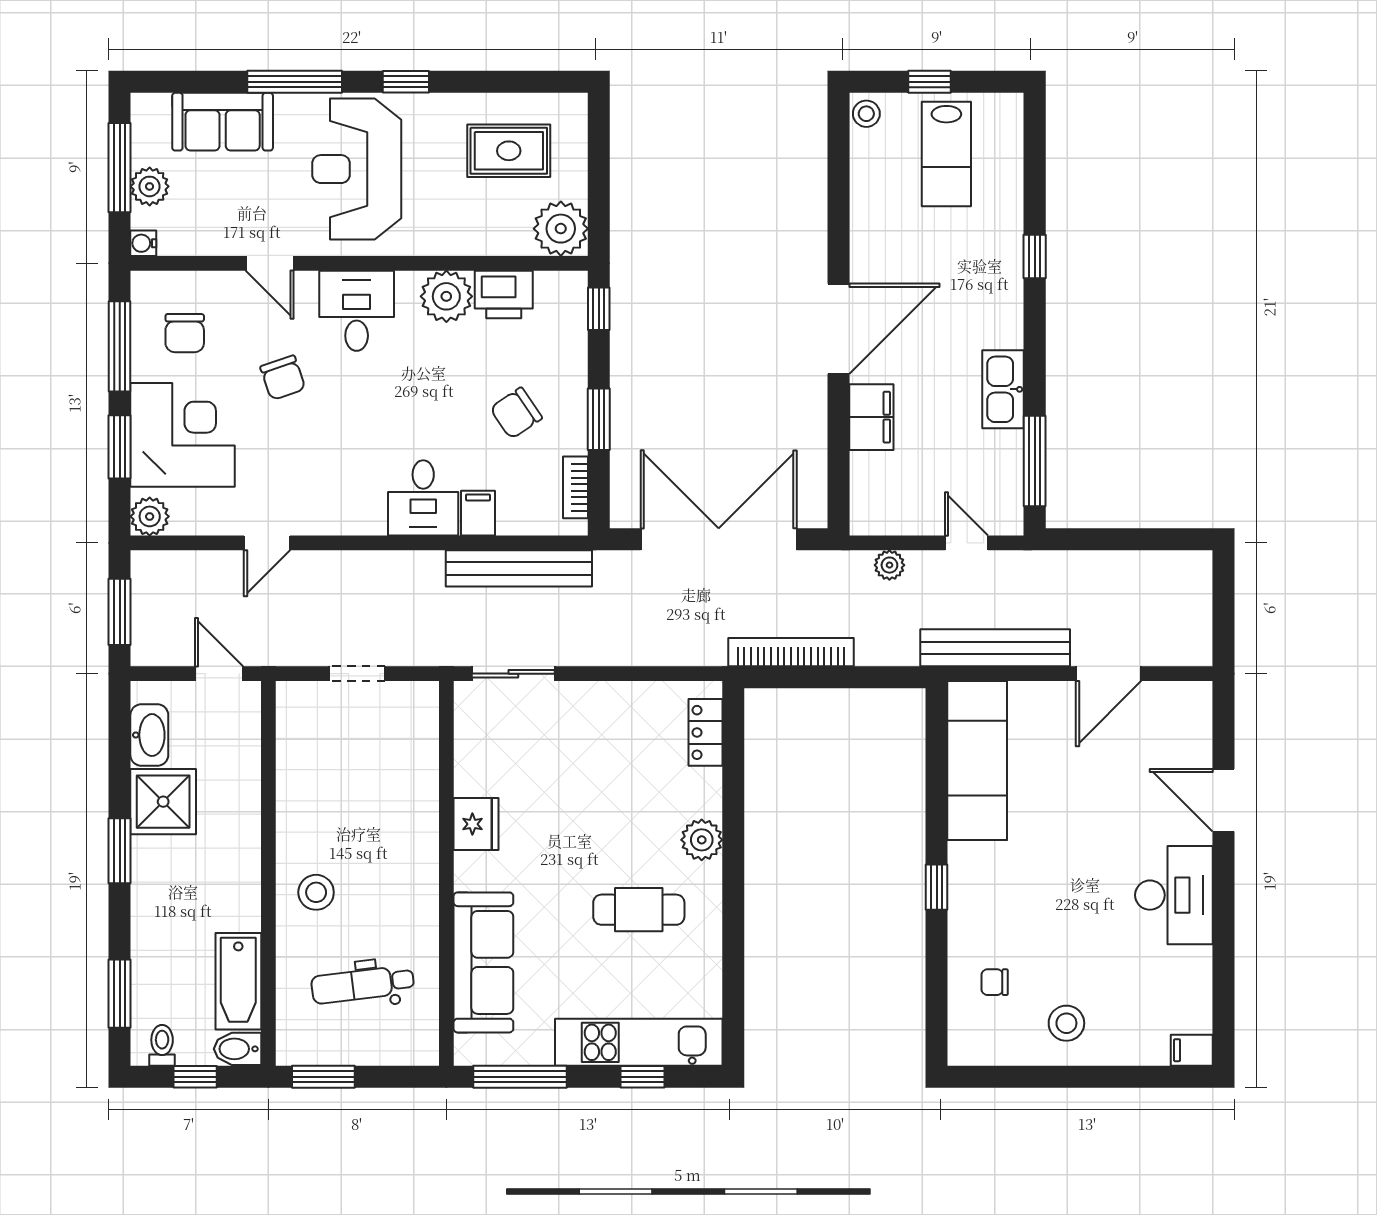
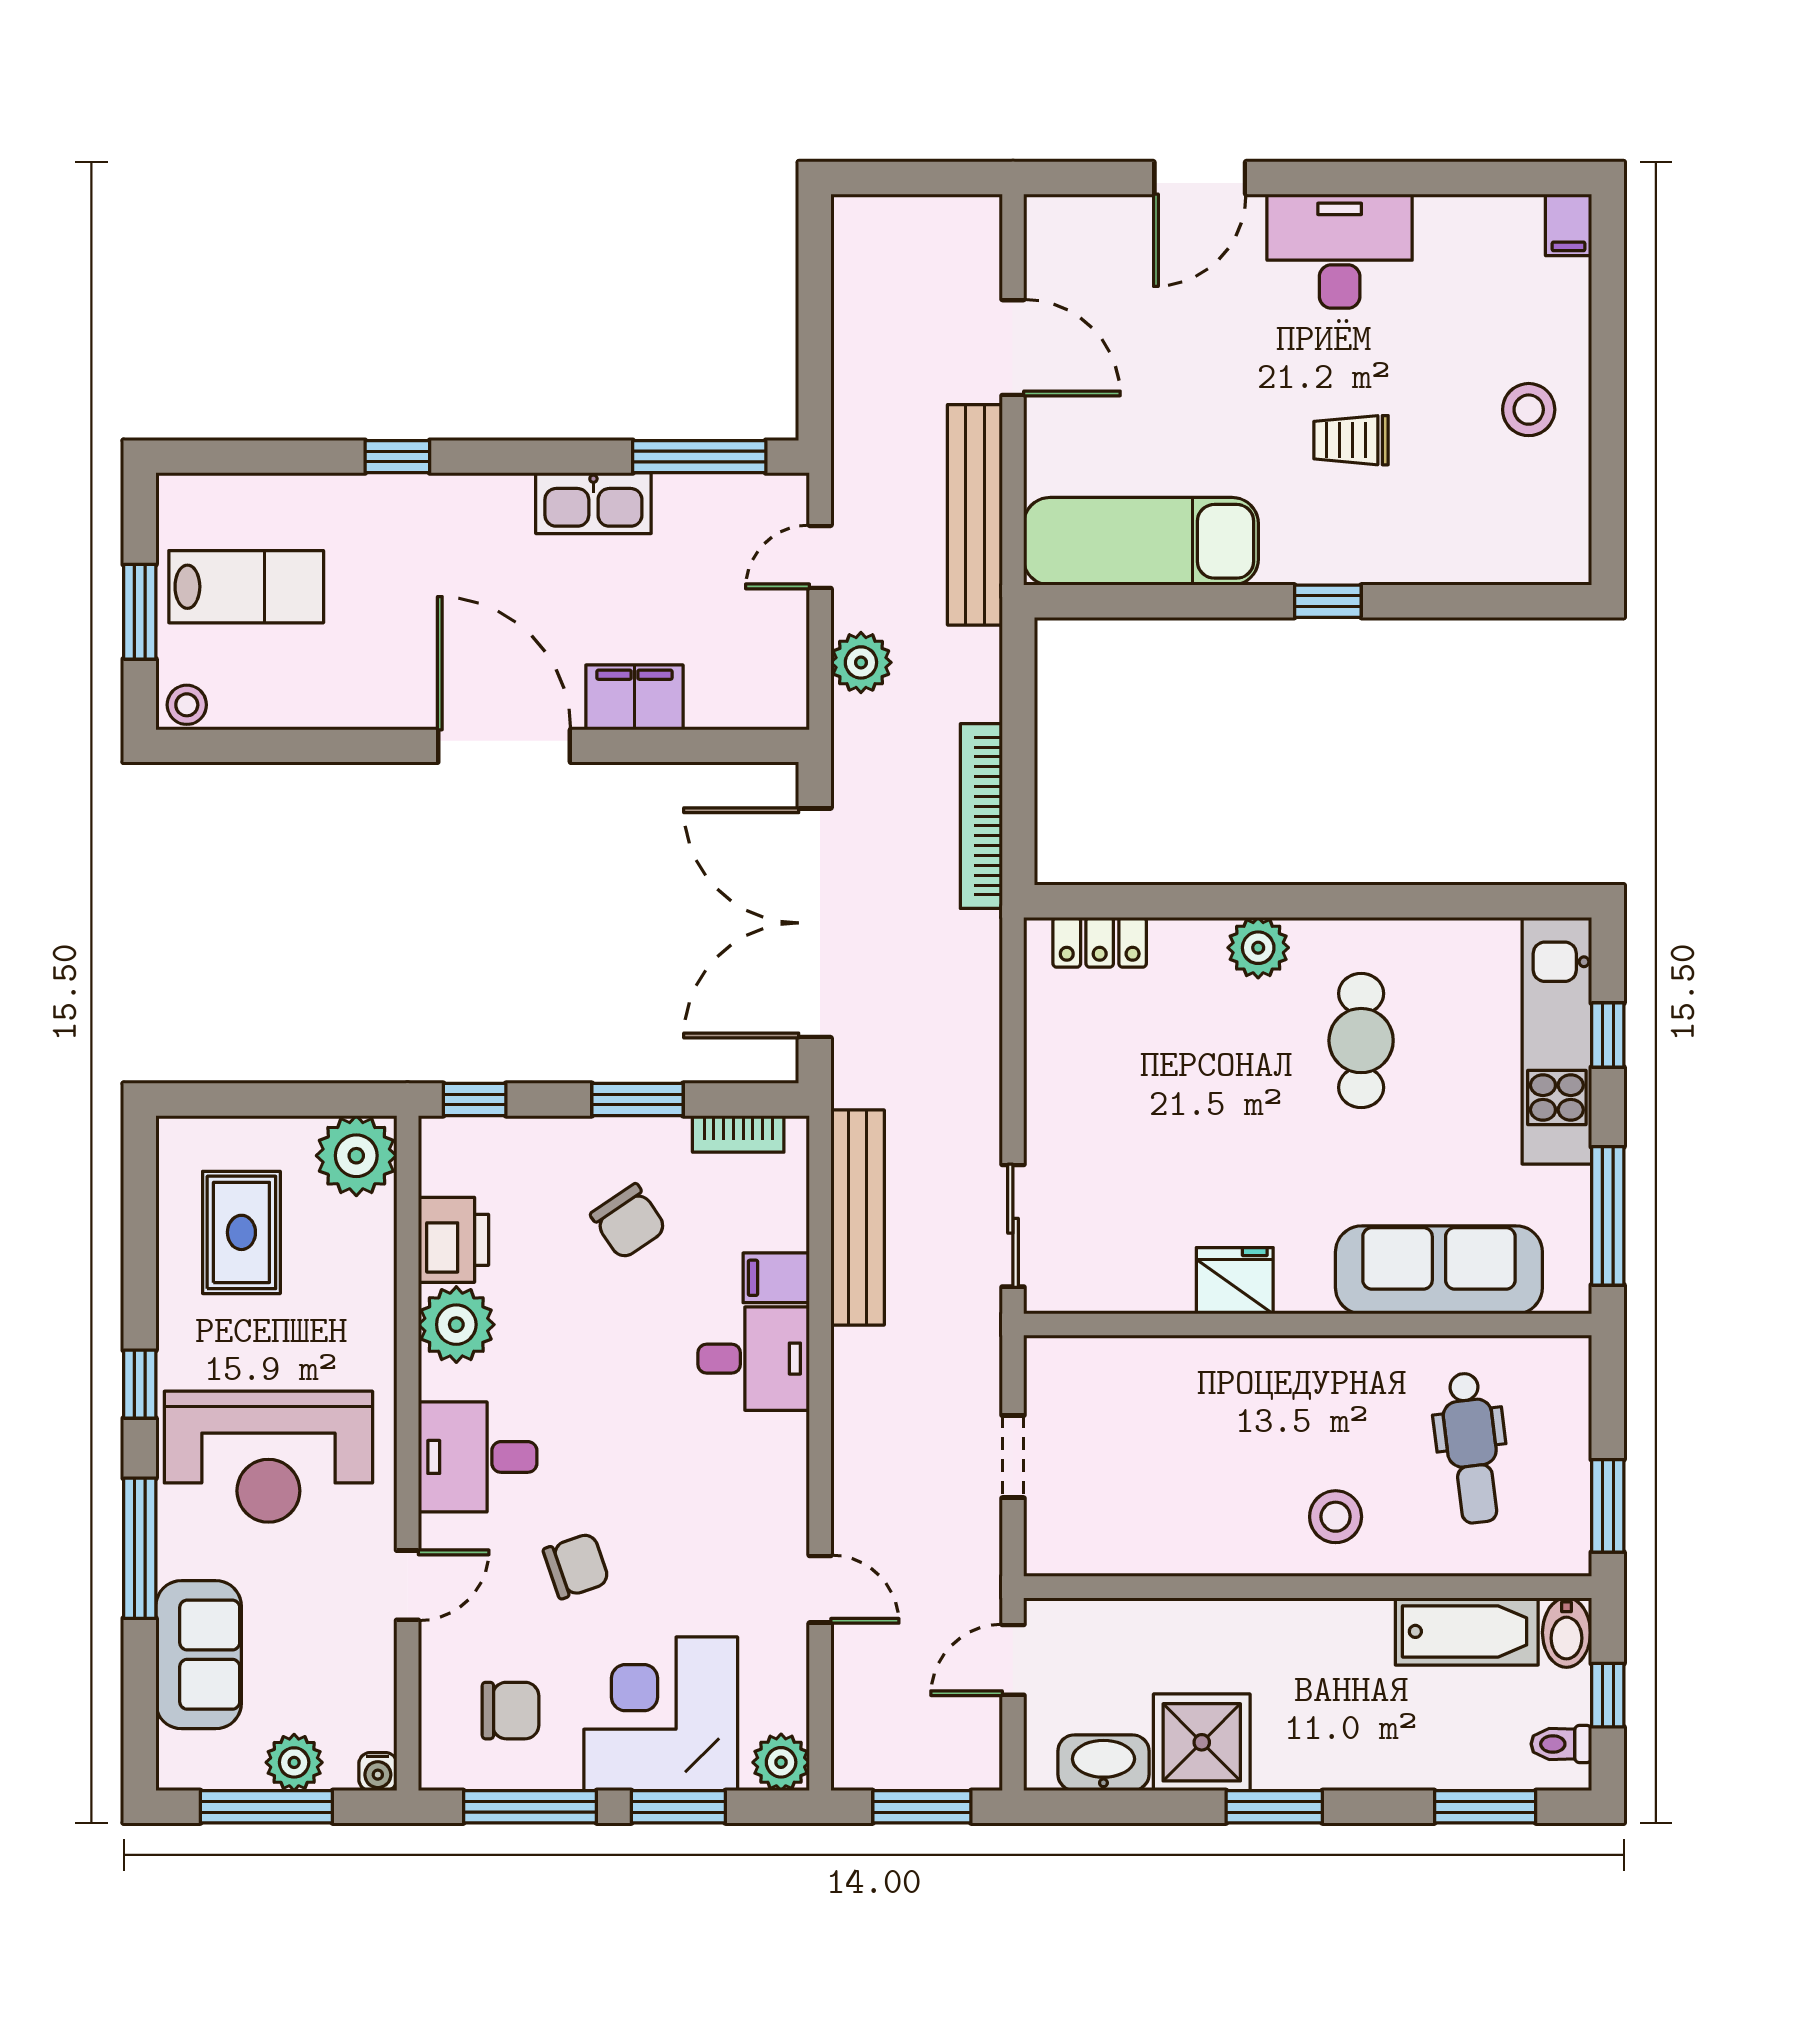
window: (929, 82) -> (140, 612), width x1.50
plant: (889, 565) -> (861, 662), width x1.38, depth x1.38
trolley: (1046, 903) -> (1351, 440), added
chair: (995, 982) -> (1468, 516), removed

